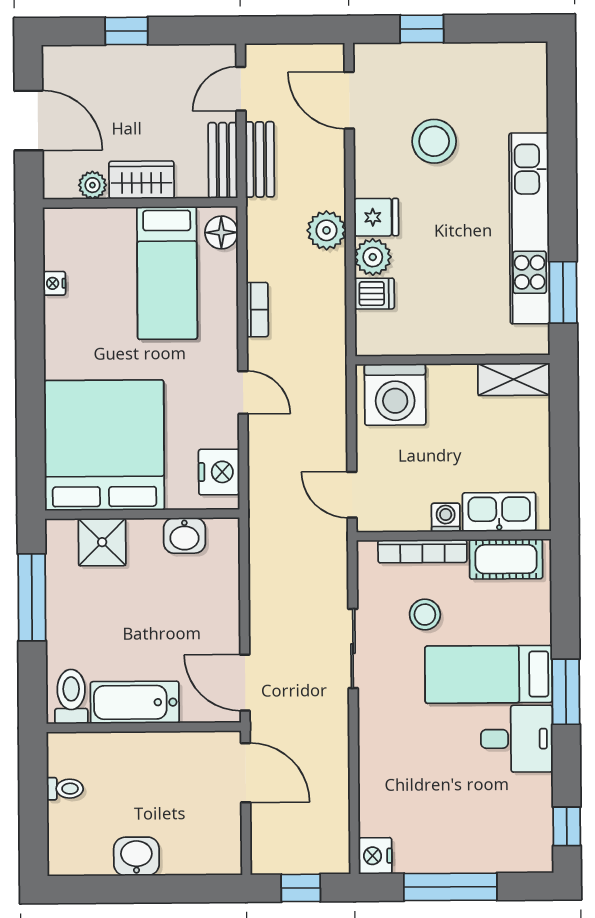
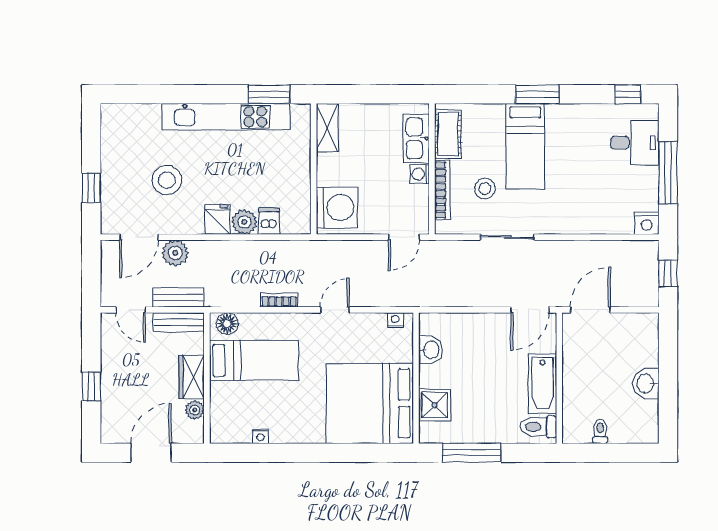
plant: (326, 230) -> (175, 253), moved
nightstand: (219, 472) -> (395, 320), width x0.53, depth x0.56
desk: (517, 739) -> (635, 143), moved, turned 90

